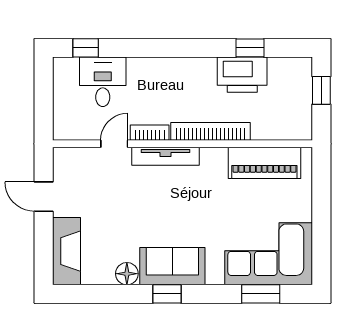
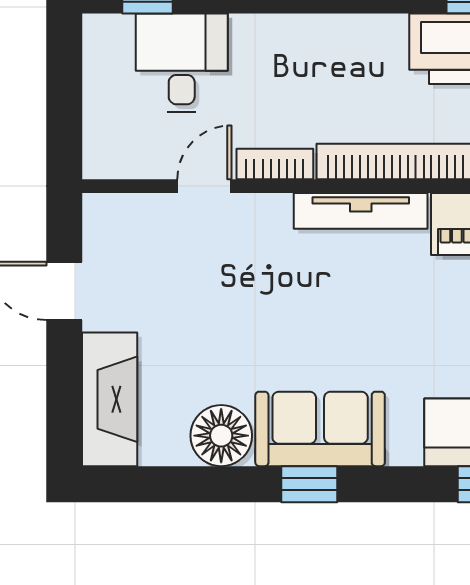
tv unit: (166, 156) -> (361, 211), moved
floor lamp: (127, 274) -> (221, 436), width x1.38, depth x1.38

